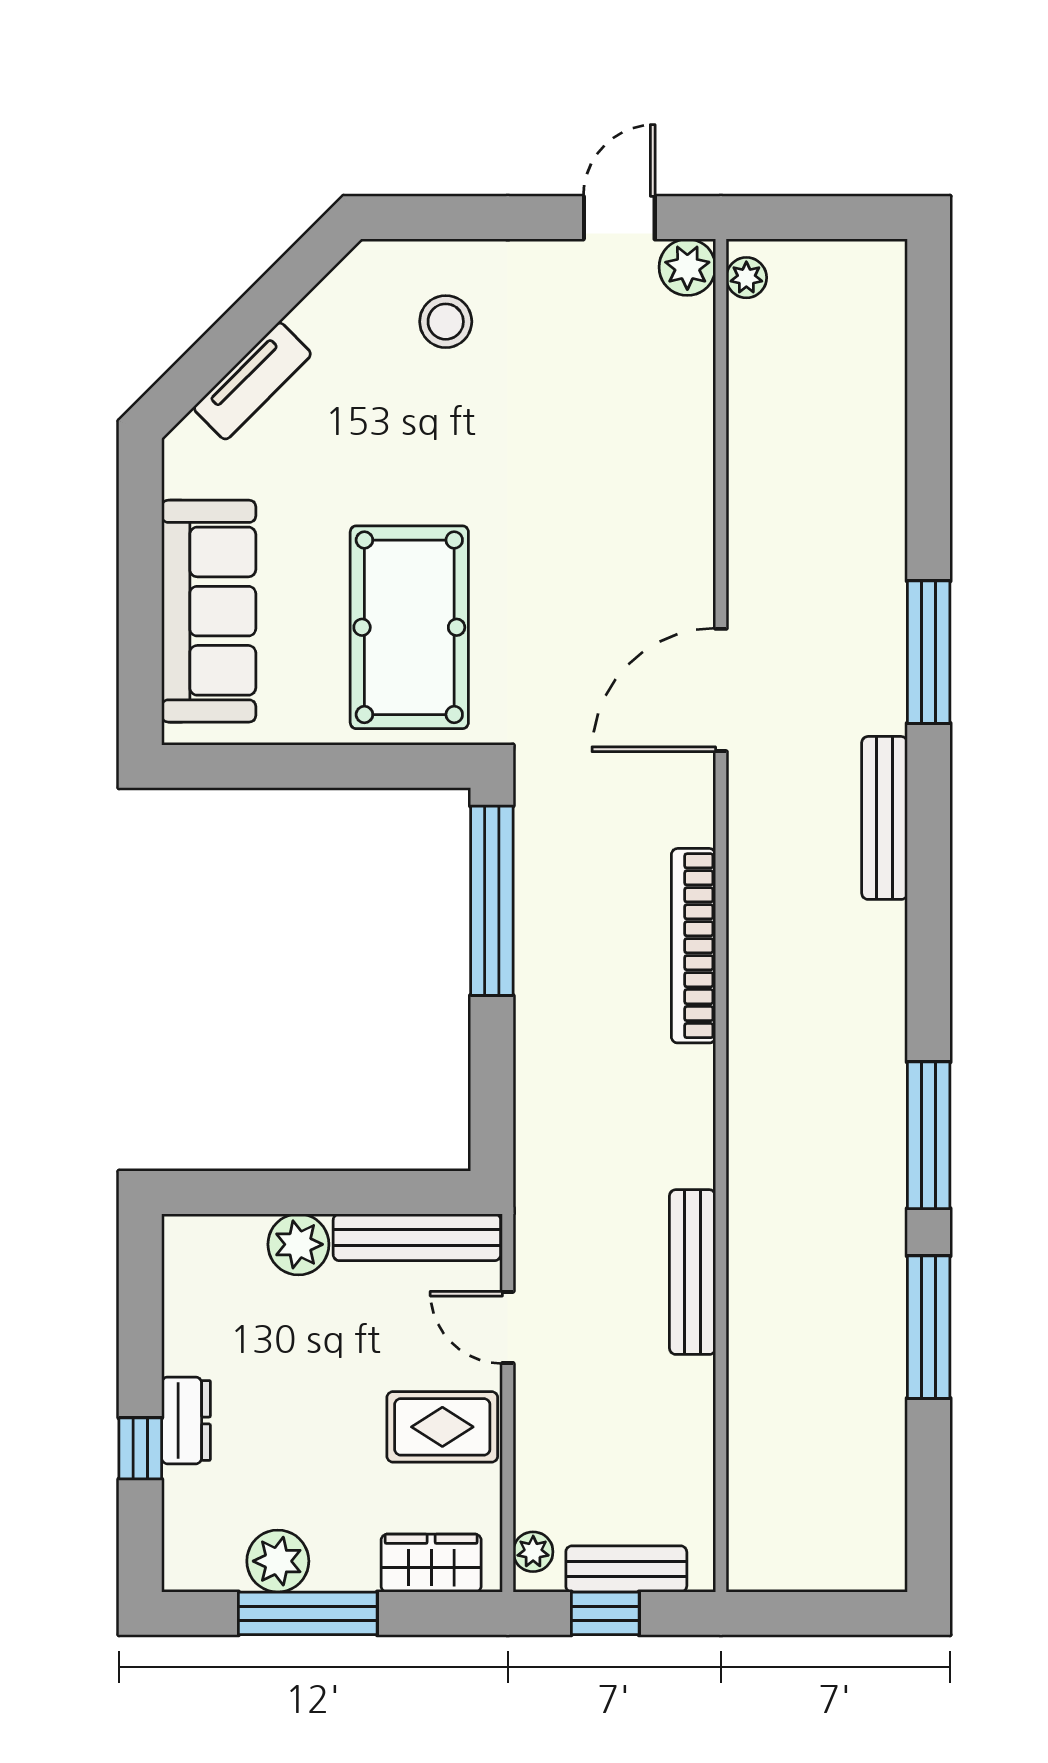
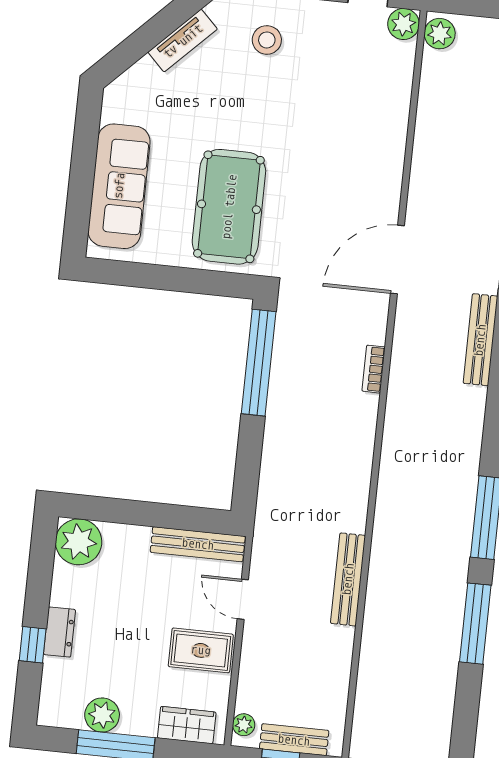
plant: (746, 278) -> (440, 34), width x1.38, depth x1.38
tv unit: (252, 381) -> (183, 41), moved
bookcase: (693, 946) -> (374, 369), width x0.43, depth x0.76
plant: (298, 1244) -> (79, 542), moved, width x1.36, depth x1.36

